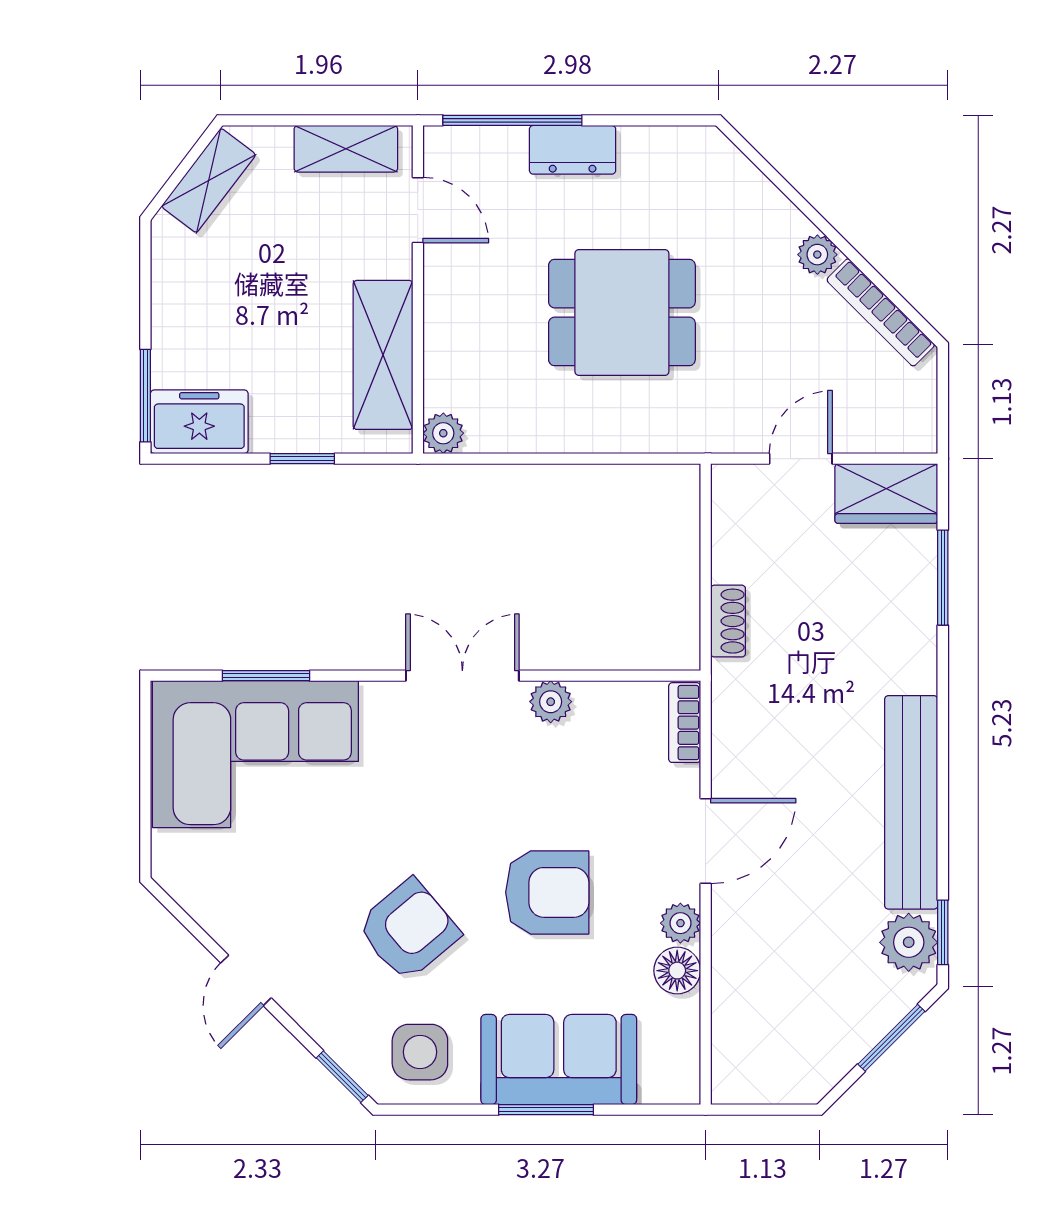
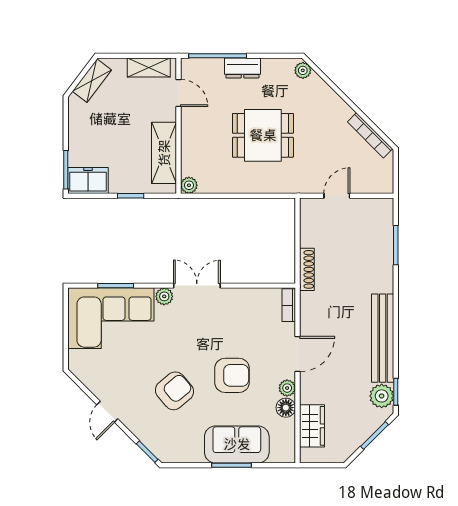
plant: (817, 255) -> (303, 70), moved
wardrobe: (886, 493) -> (312, 426), moved, turned -90
shoe rack: (728, 621) -> (307, 269), width x1.43
plant: (551, 702) -> (164, 296), moved
side table: (420, 1052) -> (179, 441), removed

